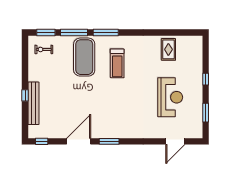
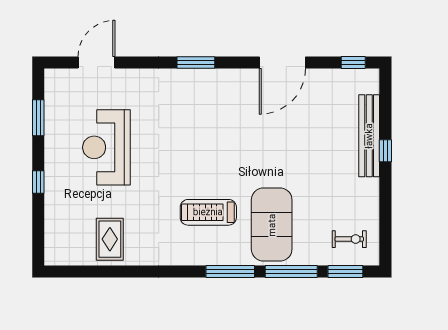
treadmill: (117, 63) -> (208, 212), turned -90
window: (109, 141) -> (196, 63), moved

